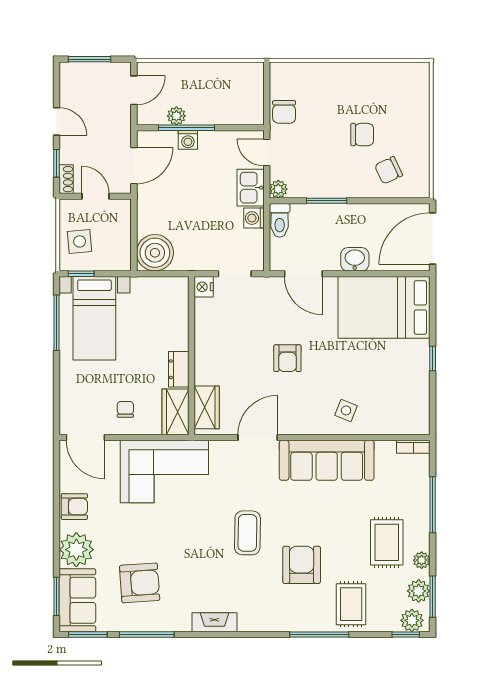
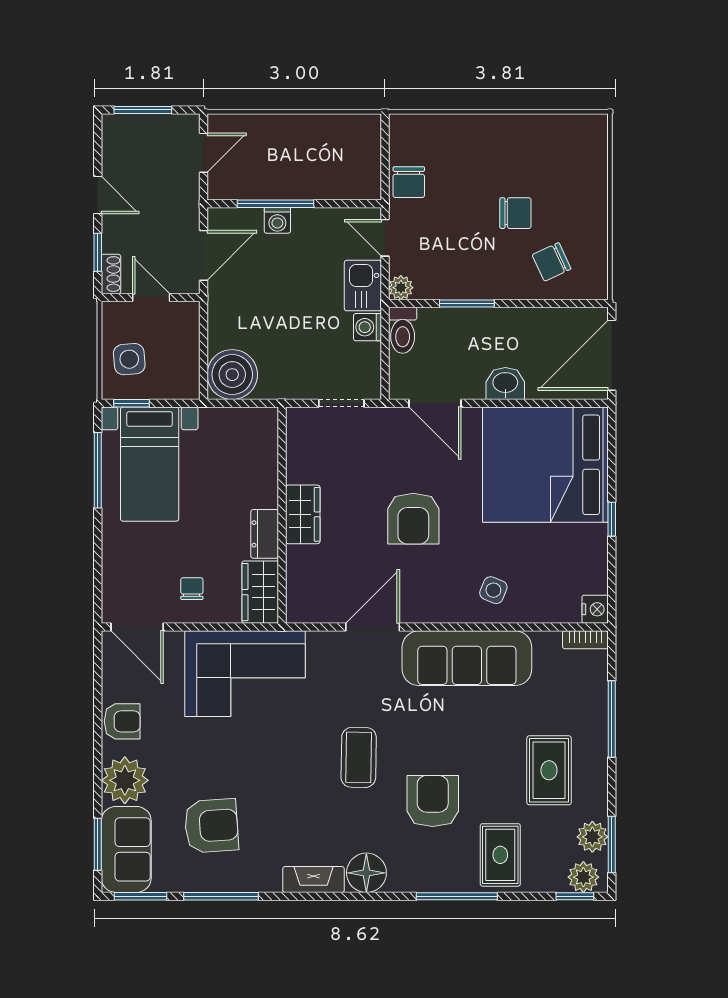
plant: (176, 116) -> (262, 188), removed
nightstand: (204, 287) -> (595, 609), moved, turned 180
bed: (384, 307) -> (545, 465), width x1.36
armchair: (287, 358) -> (413, 519), width x1.38, depth x1.38
wardrobe: (207, 407) -> (303, 514), moved
plant: (422, 560) -> (597, 795), removed
floor lamp: (253, 617) -> (366, 873), added

